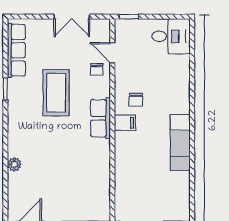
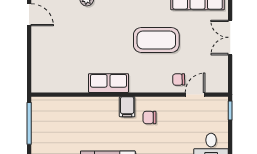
double door: (72, 17) -> (230, 37), moved
row of seats: (100, 118) -> (108, 83), moved

